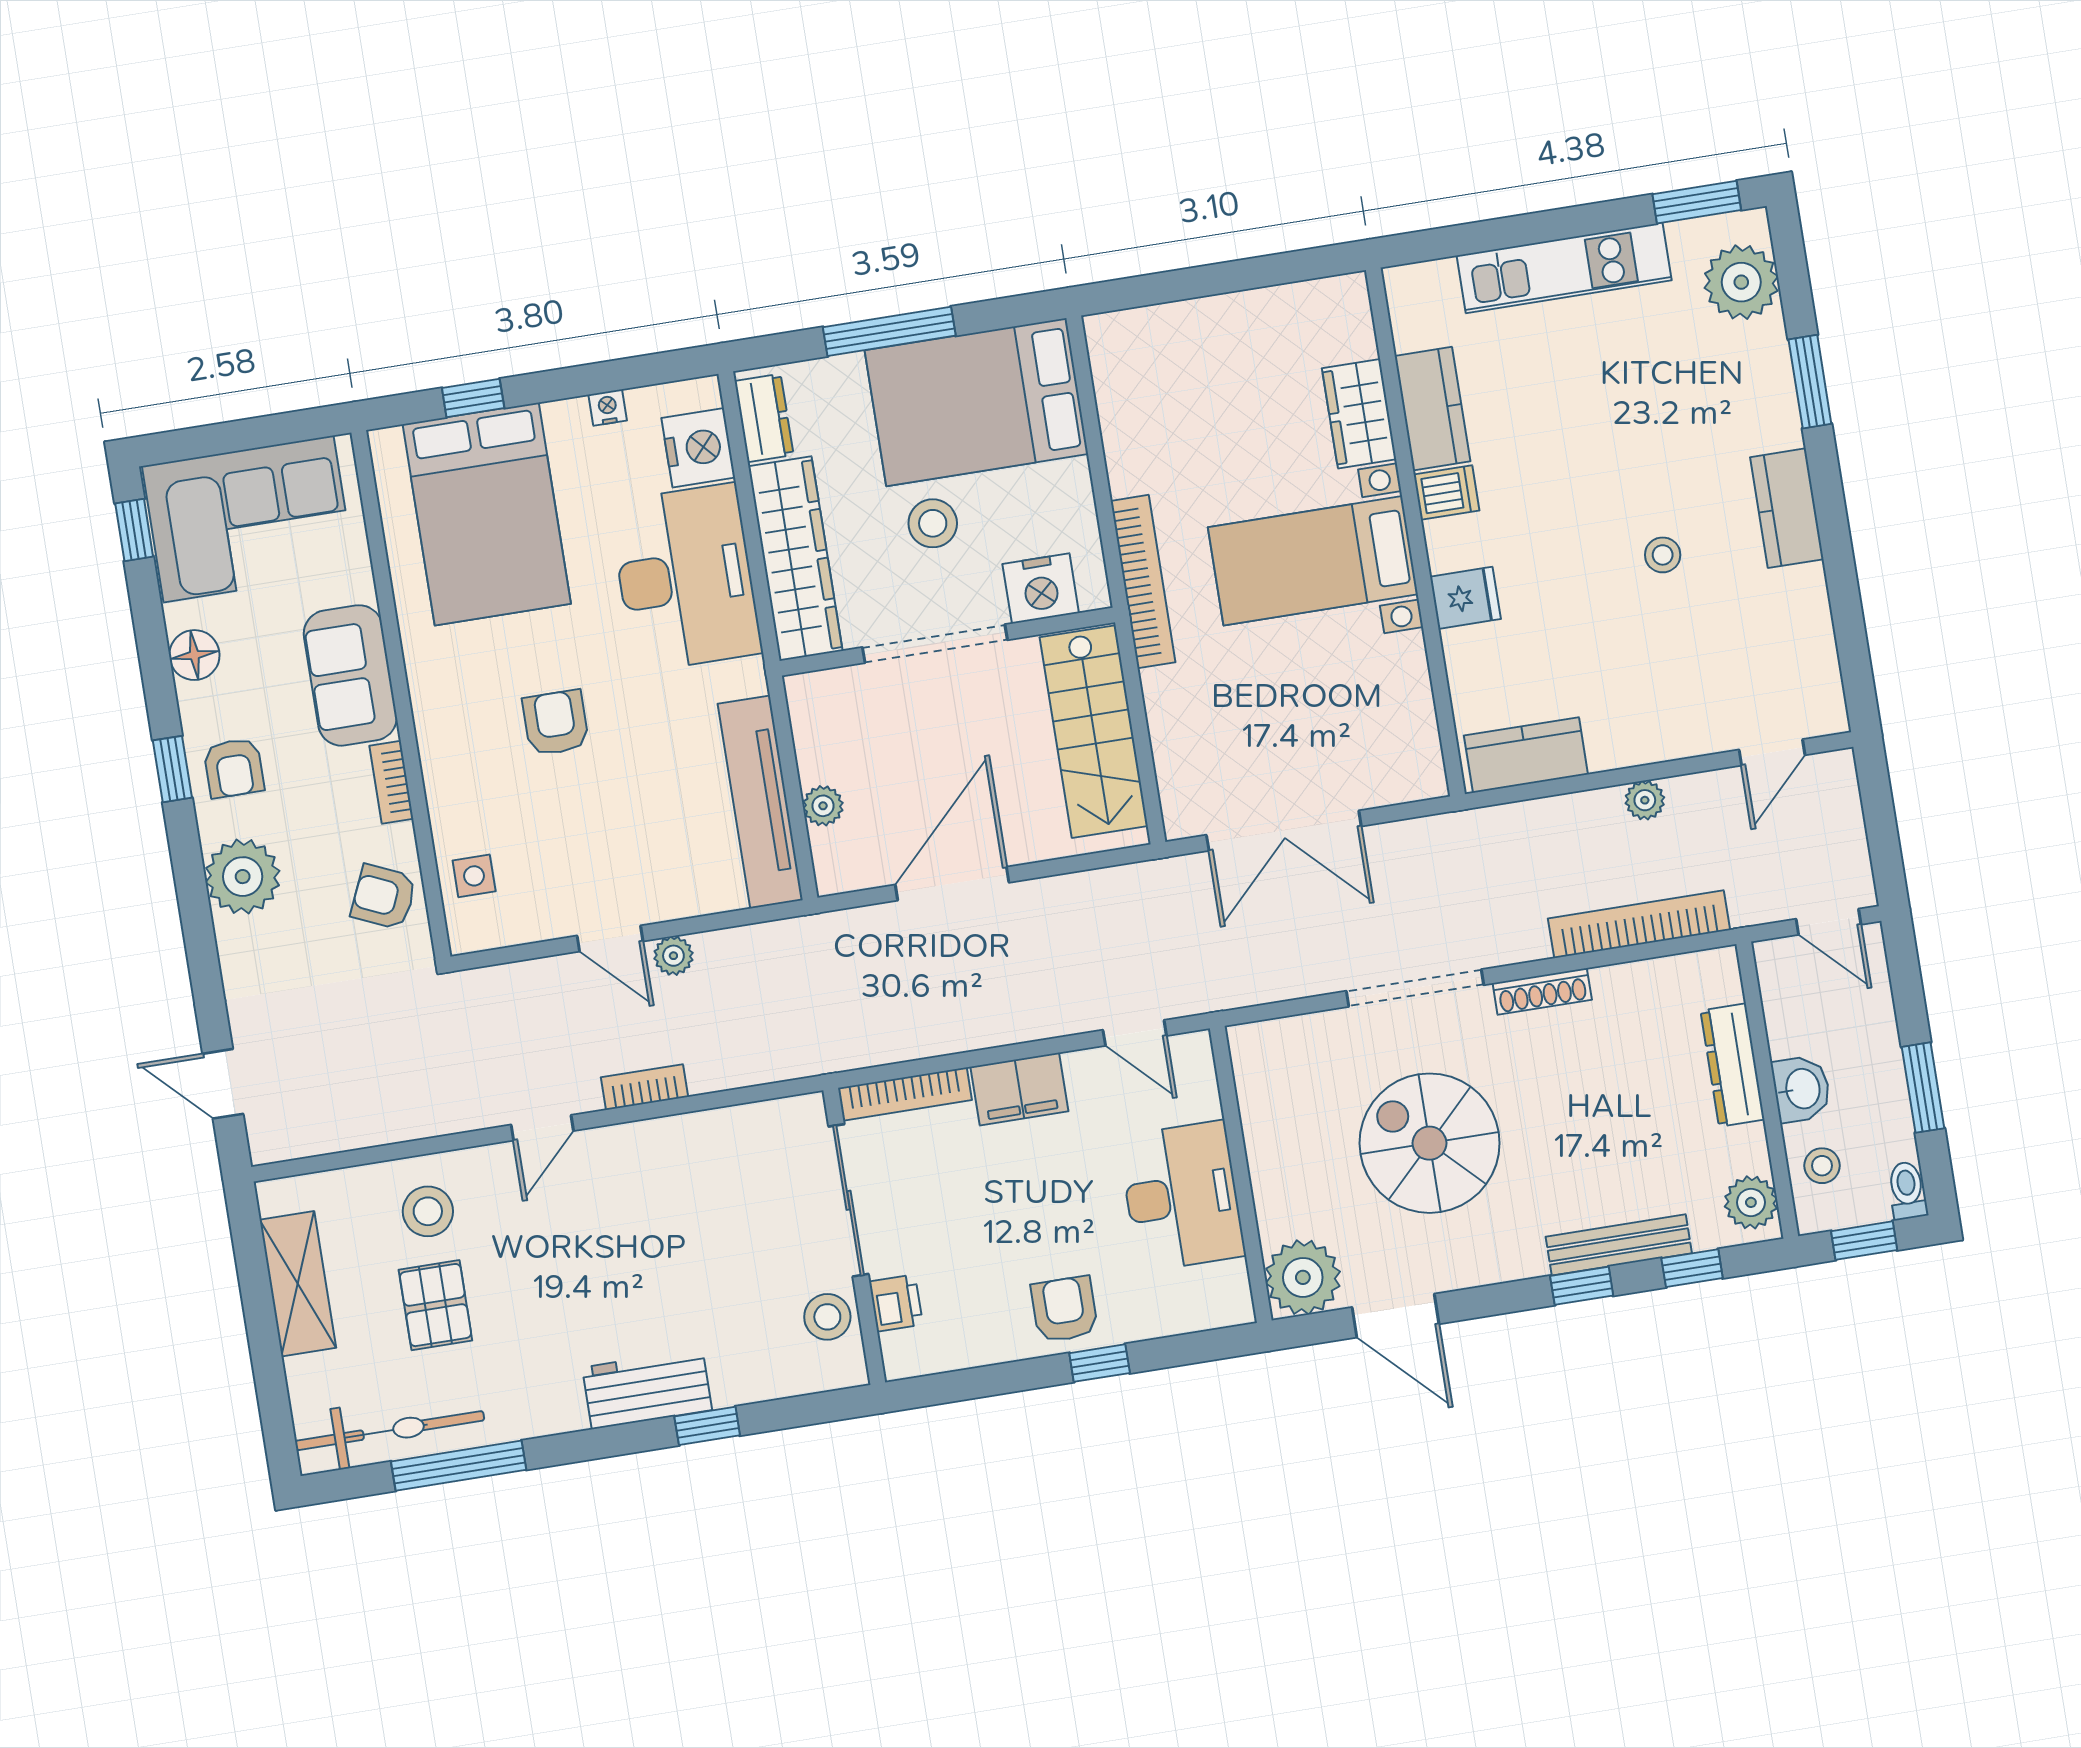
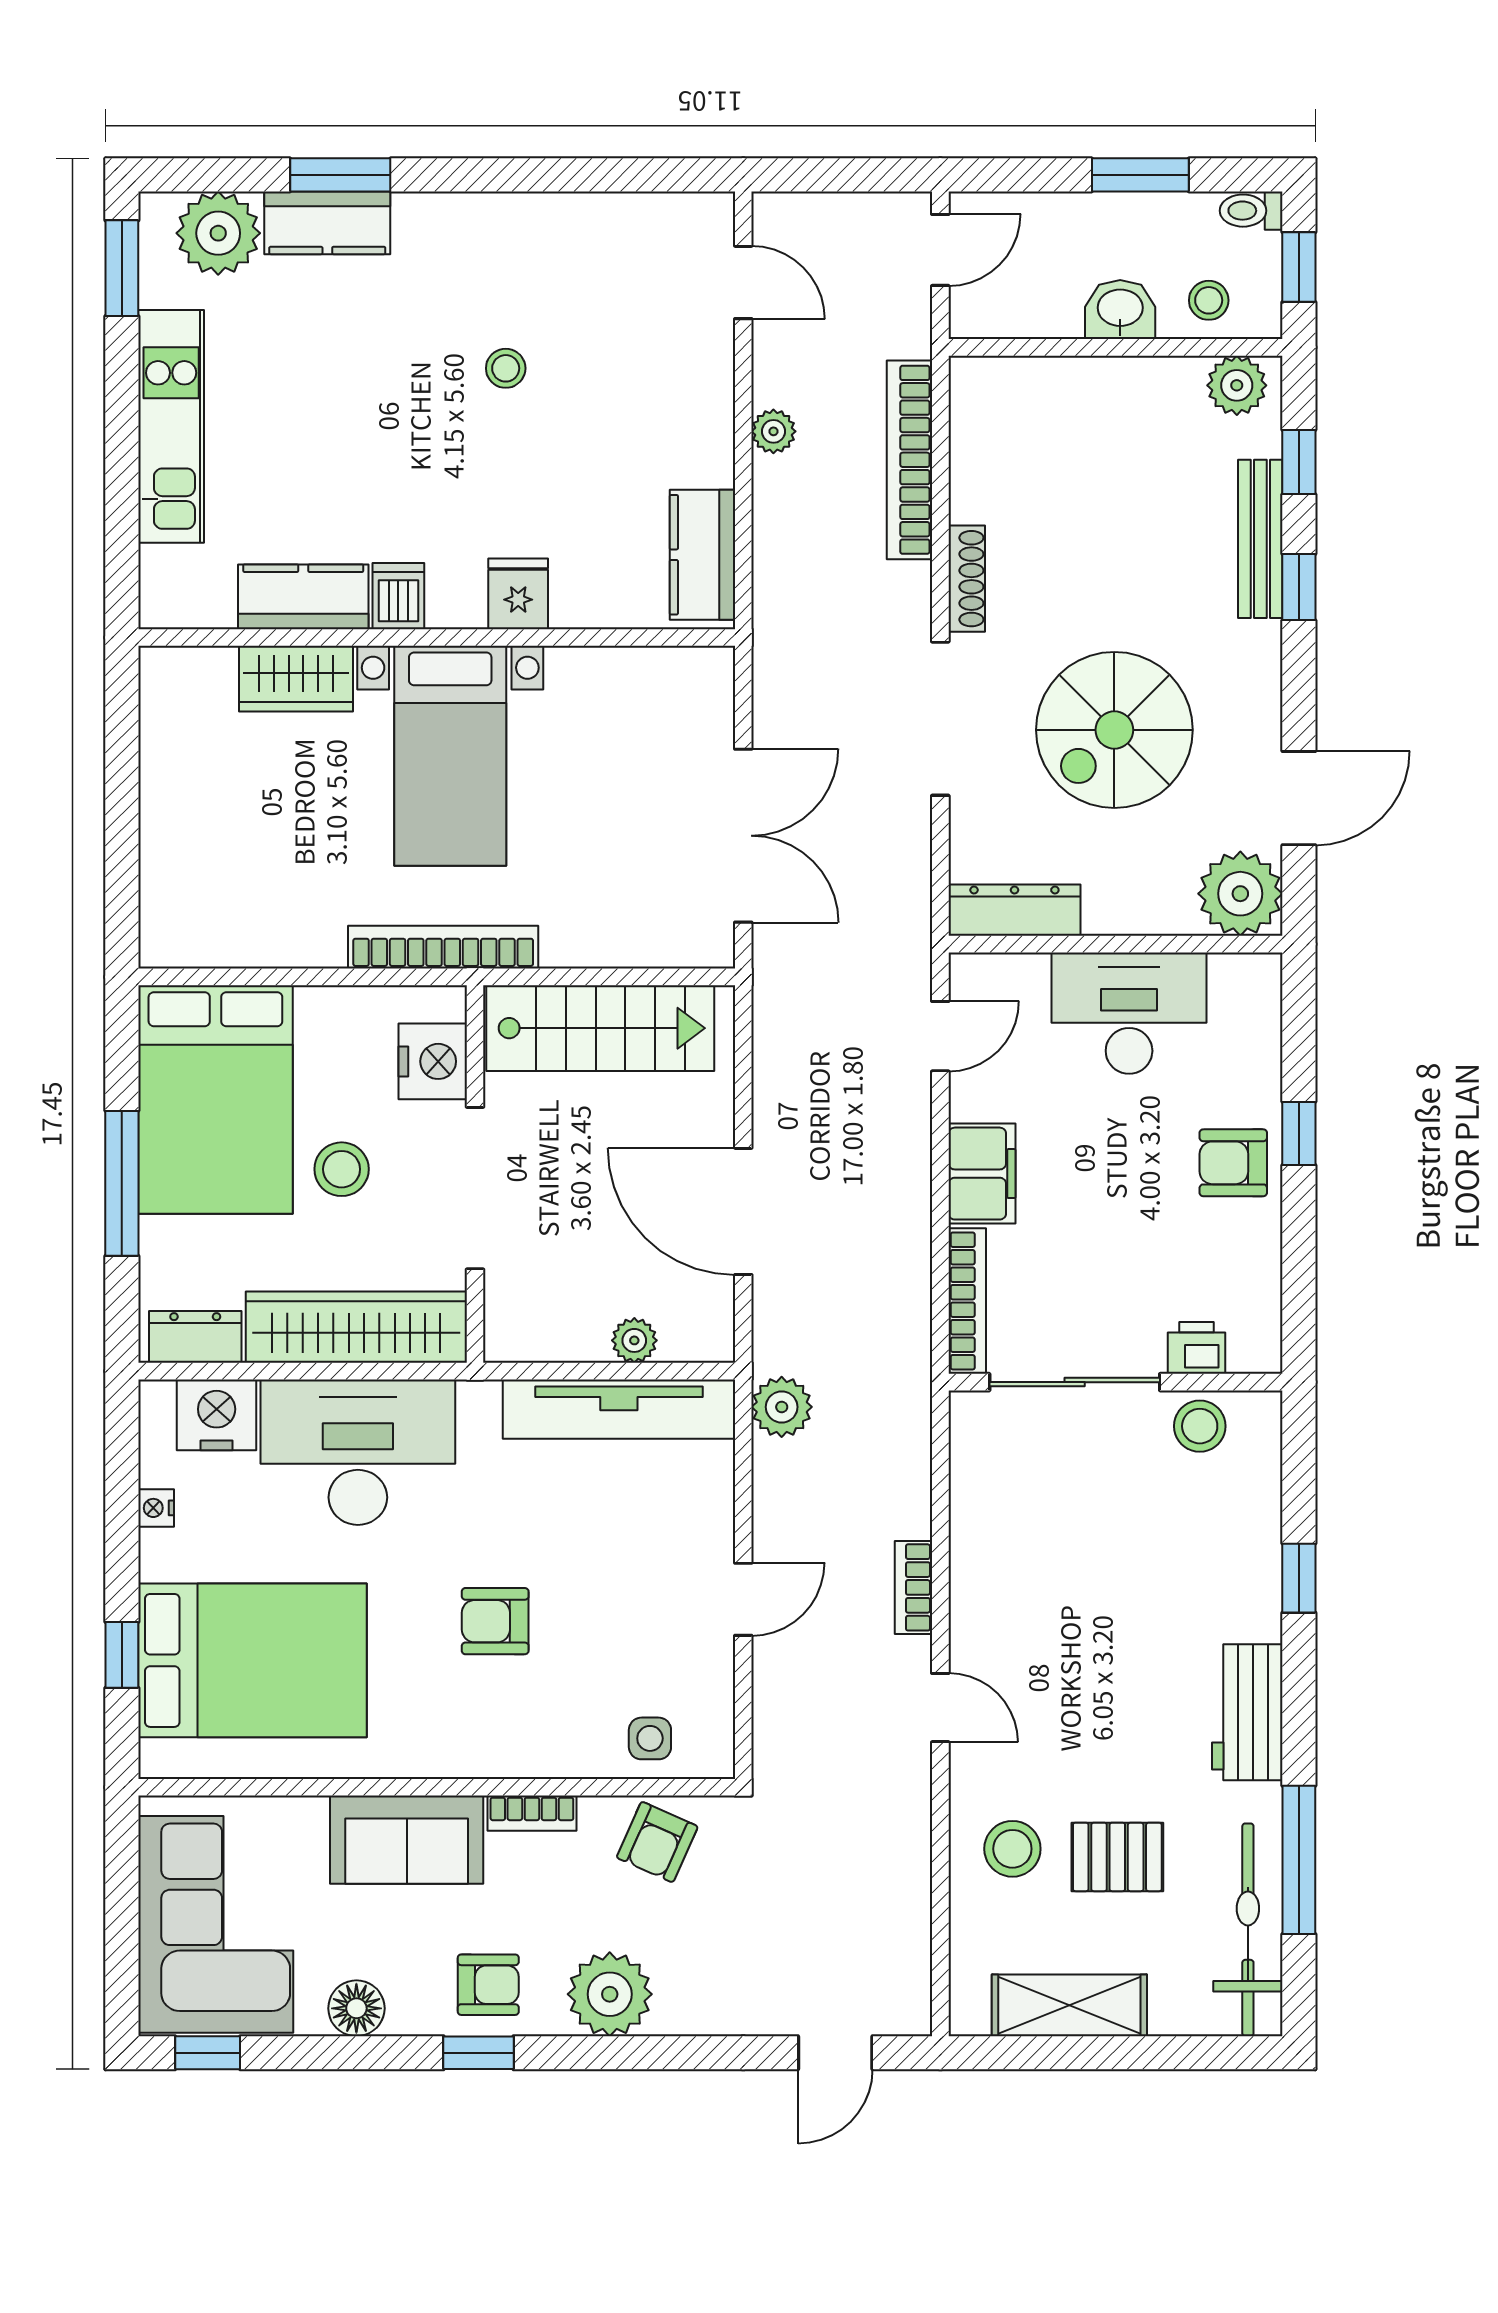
kitchen counter: (1787, 508) -> (327, 223), moved
plant: (673, 956) -> (782, 1407), moved, width x1.38, depth x1.38
dresser: (1733, 1065) -> (1014, 910), moved, turned 180
workbench: (647, 1389) -> (1247, 1712), moved

